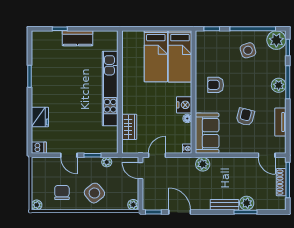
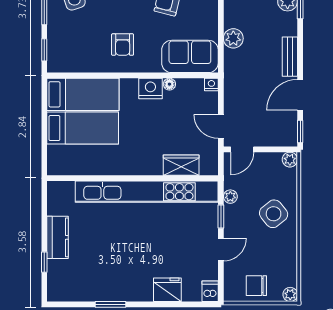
kitchen unit: (110, 88) -> (147, 192), width x1.36
plant: (203, 164) -> (233, 38), moved
chair: (62, 192) -> (256, 286), moved
bench: (224, 205) -> (290, 57), moved

